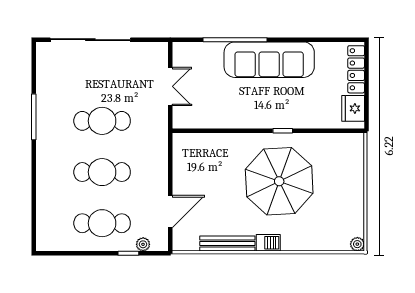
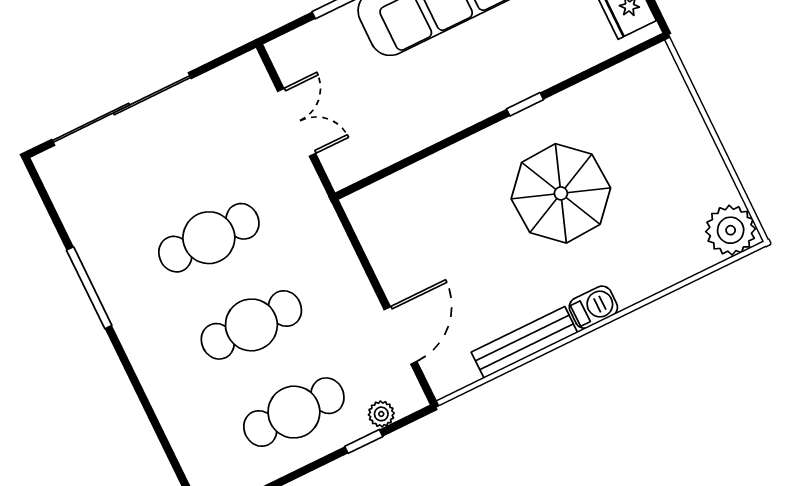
parasol: (279, 181) -> (561, 193), width x0.73, depth x0.73
plant: (357, 244) -> (731, 230), width x1.88, depth x1.88

